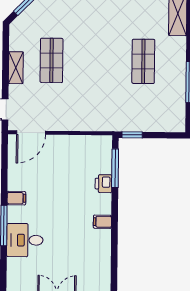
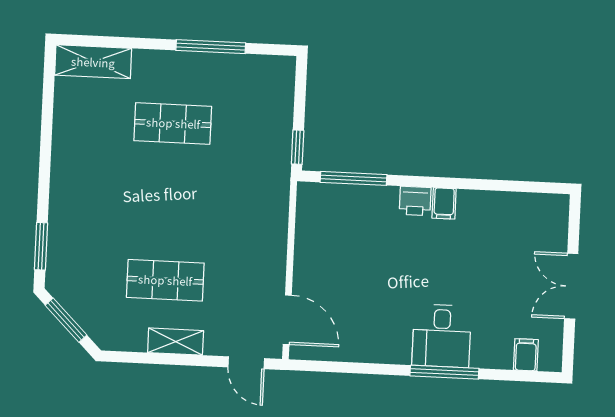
printer: (104, 184) -> (415, 201), moved
filing cabinet: (16, 198) -> (526, 355), moved
desk: (25, 240) -> (442, 336), moved

